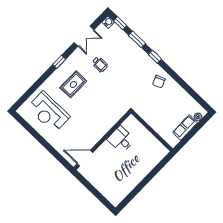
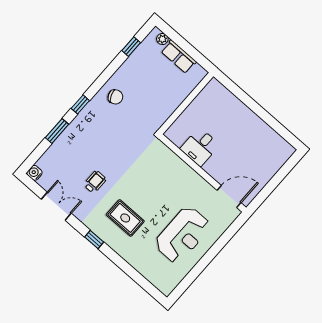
window: (120, 23) -> (131, 47), moved
reception desk: (48, 112) -> (183, 235), moved
door: (85, 158) -> (229, 196), swing flipped

